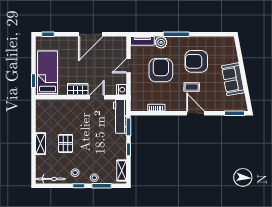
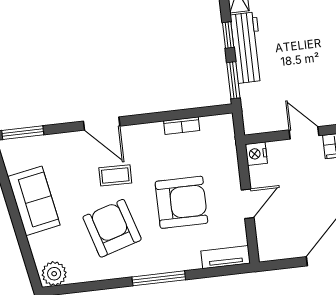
plant: (161, 42) -> (54, 274), moved
armchair: (196, 61) -> (112, 228), turned -107
armchair: (161, 70) -> (181, 202), turned -90
door: (97, 97) -> (304, 133), swing flipped
workbench: (120, 116) -> (247, 48), moved

